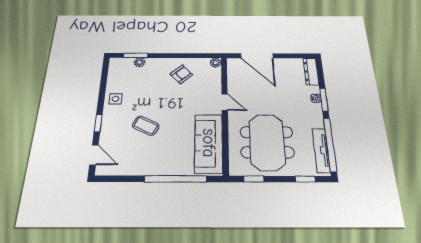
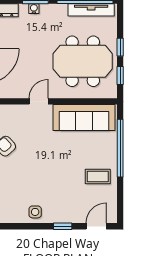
coffee table: (146, 126) -> (98, 177), moved, turned 64
window: (305, 179) -> (120, 47), moved

